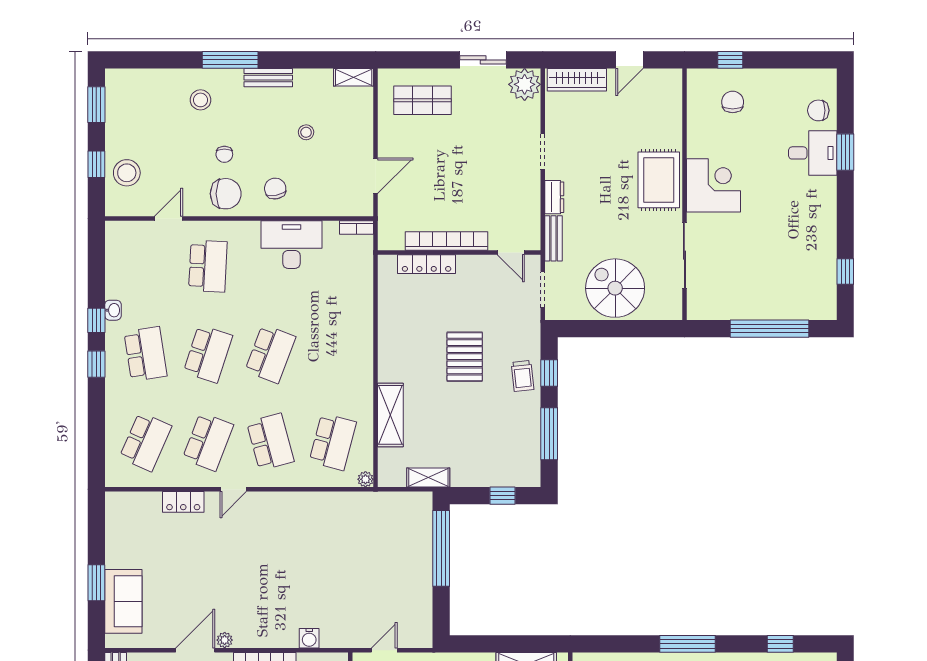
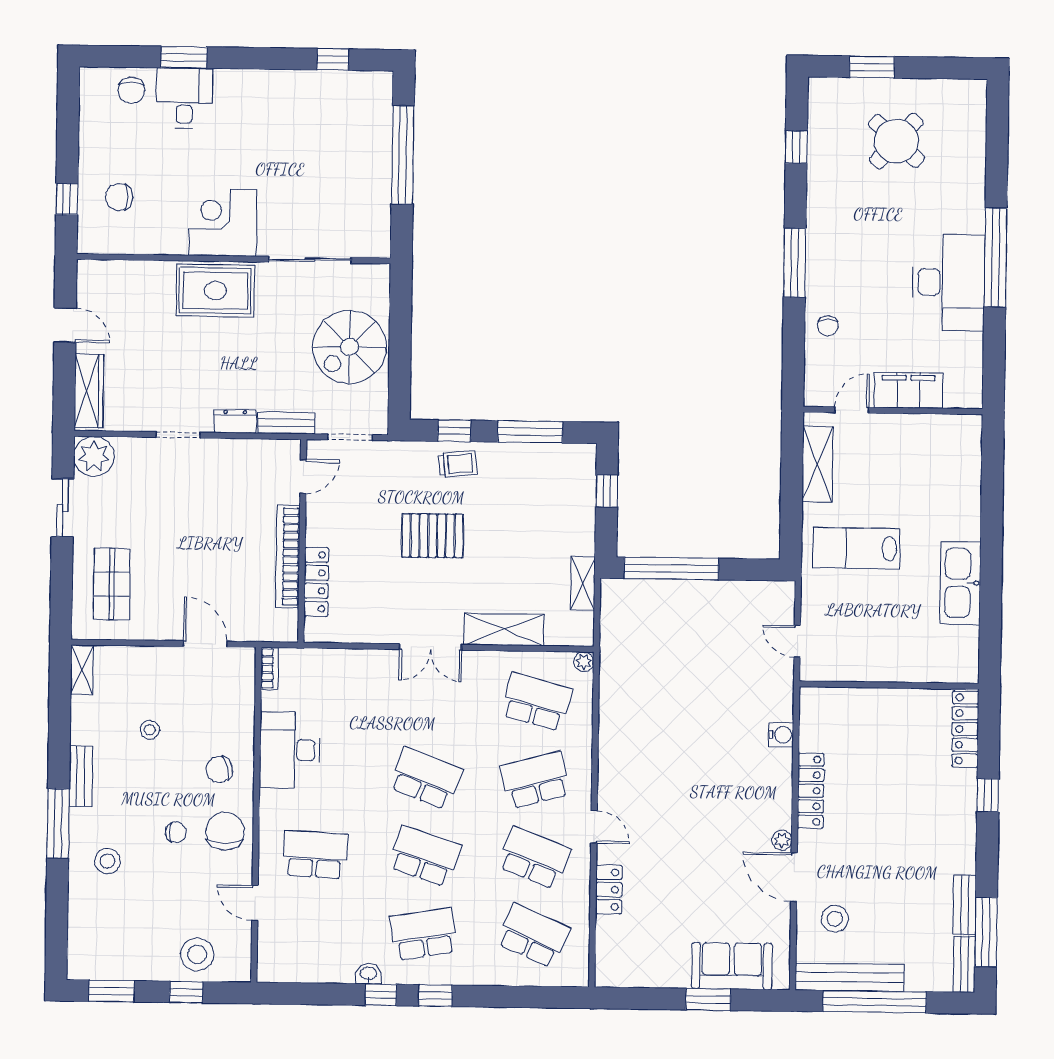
double door: (376, 356) -> (430, 647), added

